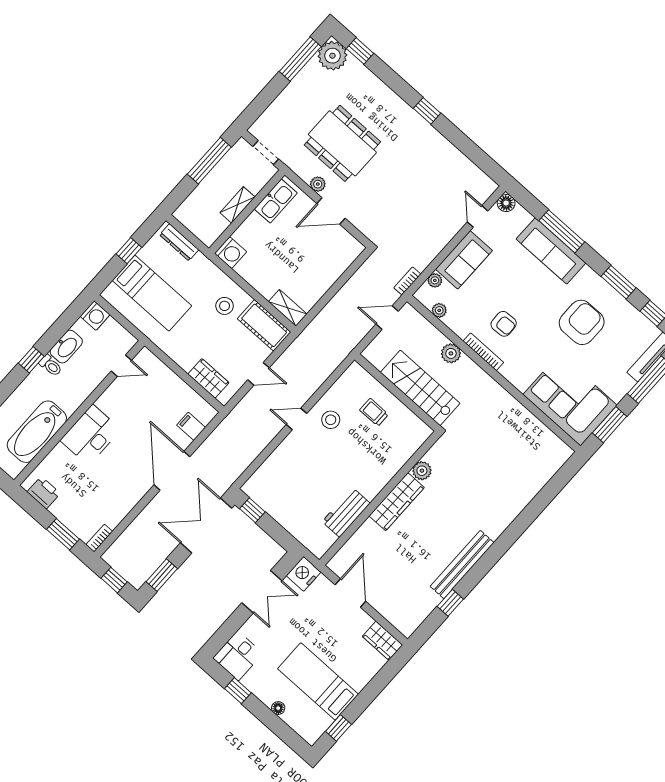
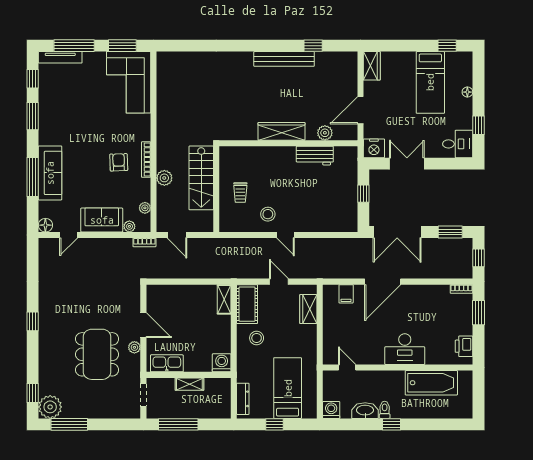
armchair: (582, 322) -> (76, 117), removed
plant: (422, 471) -> (325, 133), moved
window: (252, 510) -> (363, 194), moved

